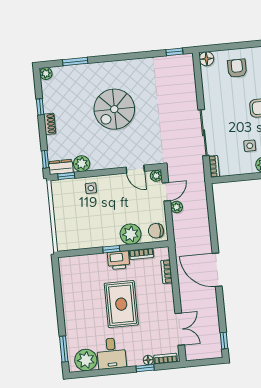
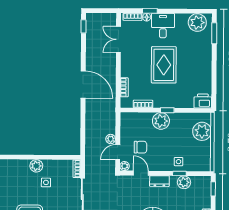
dresser: (61, 167) -> (159, 181), moved
window: (66, 176) -> (179, 173), moved
plant: (66, 228) -> (202, 131), added
chair: (156, 231) -> (140, 147), moved
plant: (131, 234) -> (161, 121), moved
printer: (119, 260) -> (203, 101), moved
desk: (111, 353) -> (163, 26), moved

